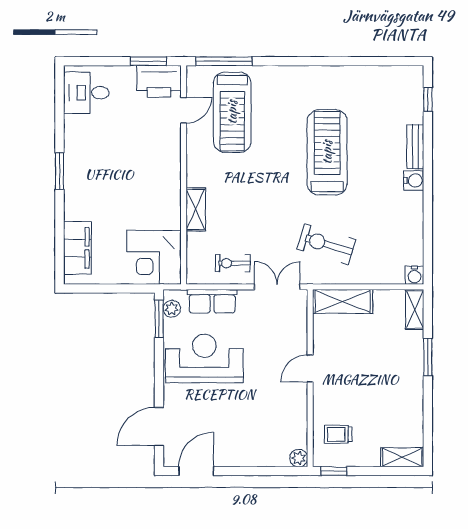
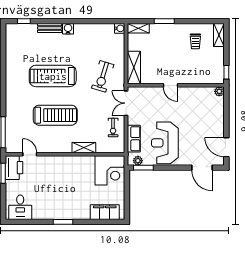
treadmill: (232, 112) -> (55, 115), moved
trolley: (338, 434) -> (195, 41), moved

